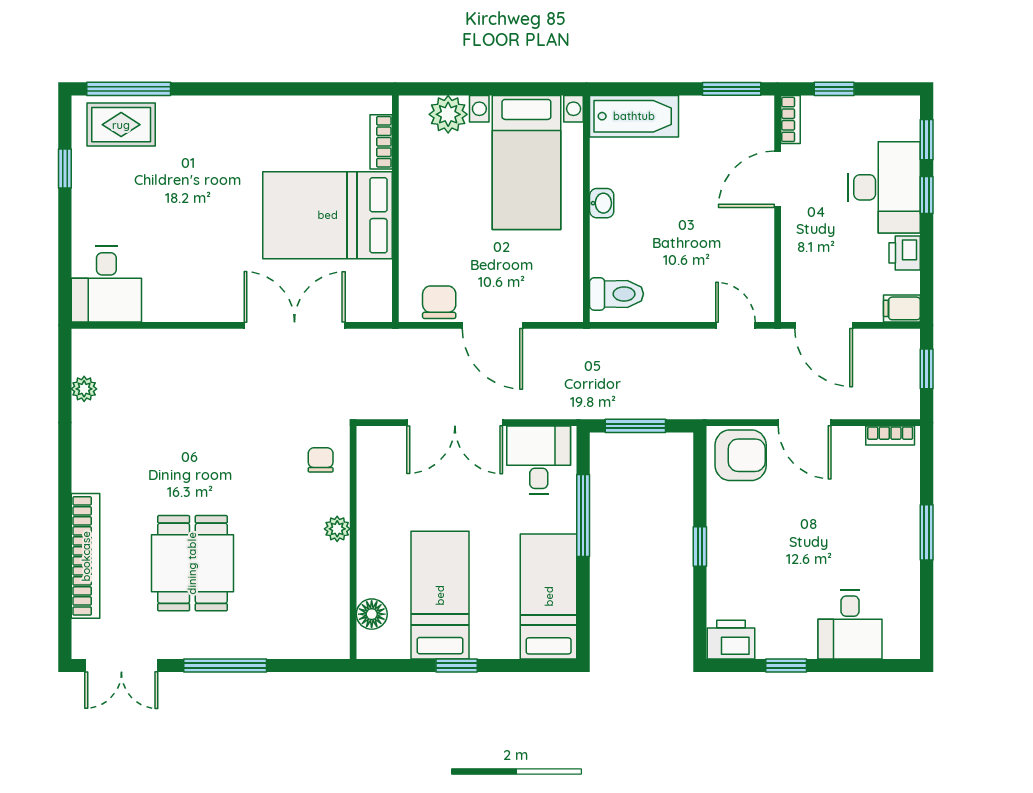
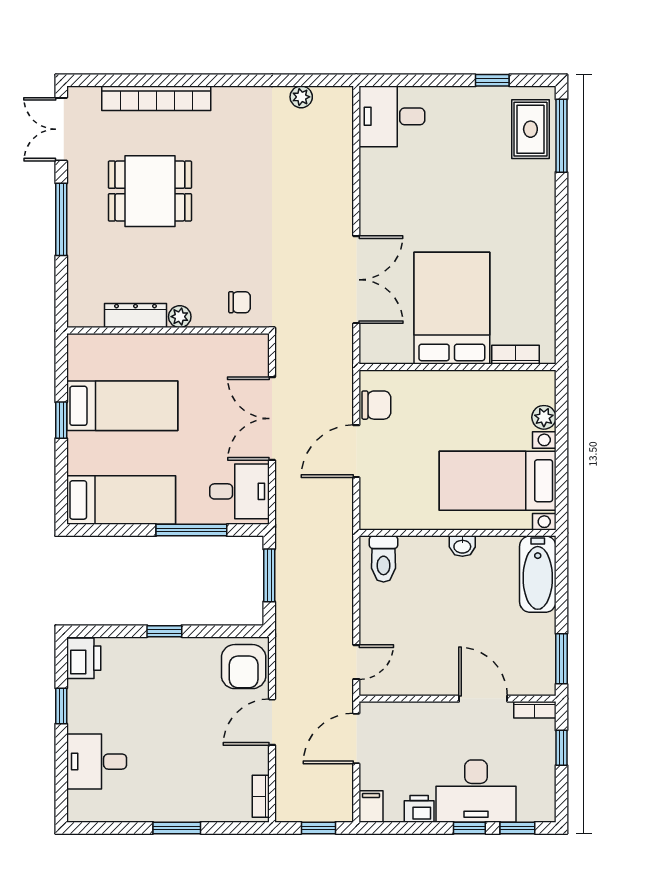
plant: (448, 114) -> (544, 417), width x0.73, depth x0.73
dresser: (336, 580) -> (135, 316), added
floor lamp: (372, 614) -> (106, 347), removed

